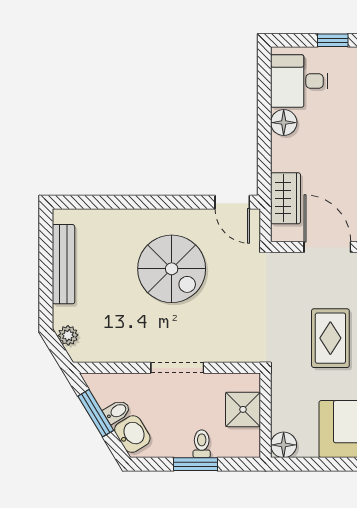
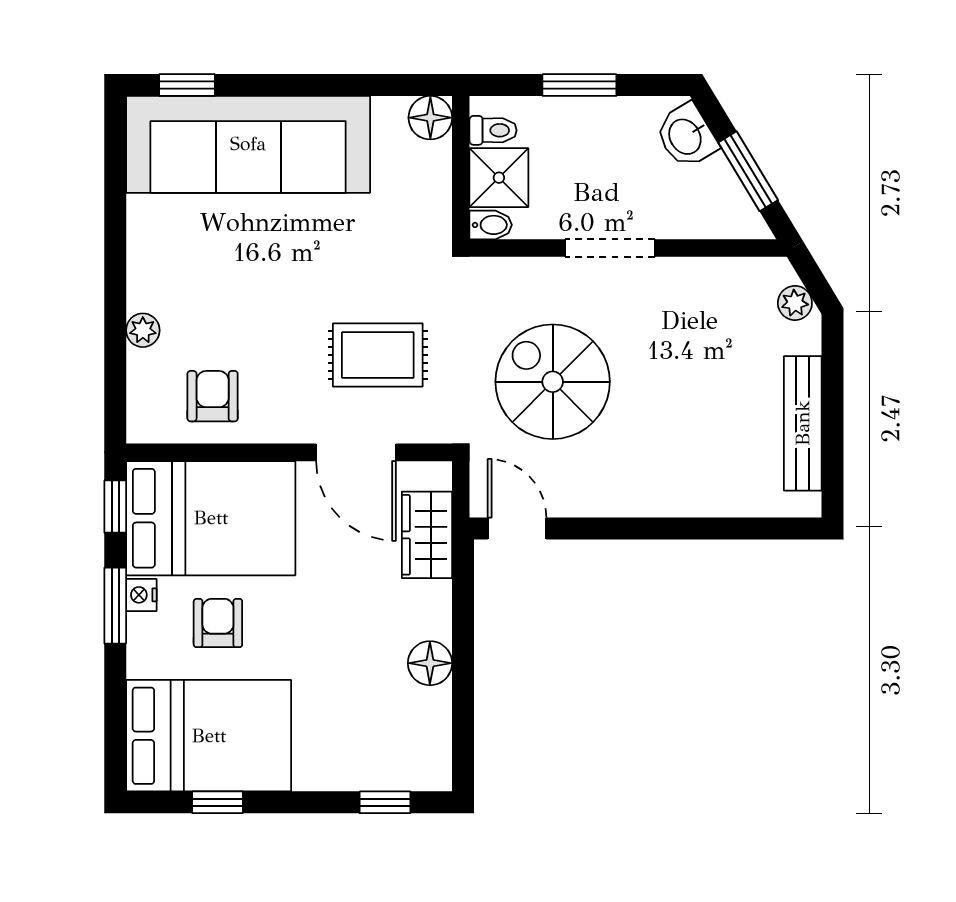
window: (333, 40) -> (385, 802), moved
desk: (299, 81) -> (404, 733), removed
spiral stairs: (172, 269) -> (553, 382), moved
rug: (330, 338) -> (378, 355), moved, turned 90
bidet: (117, 412) -> (491, 225), moved, turned -149
toilet: (202, 444) -> (493, 130), moved, turned -90

